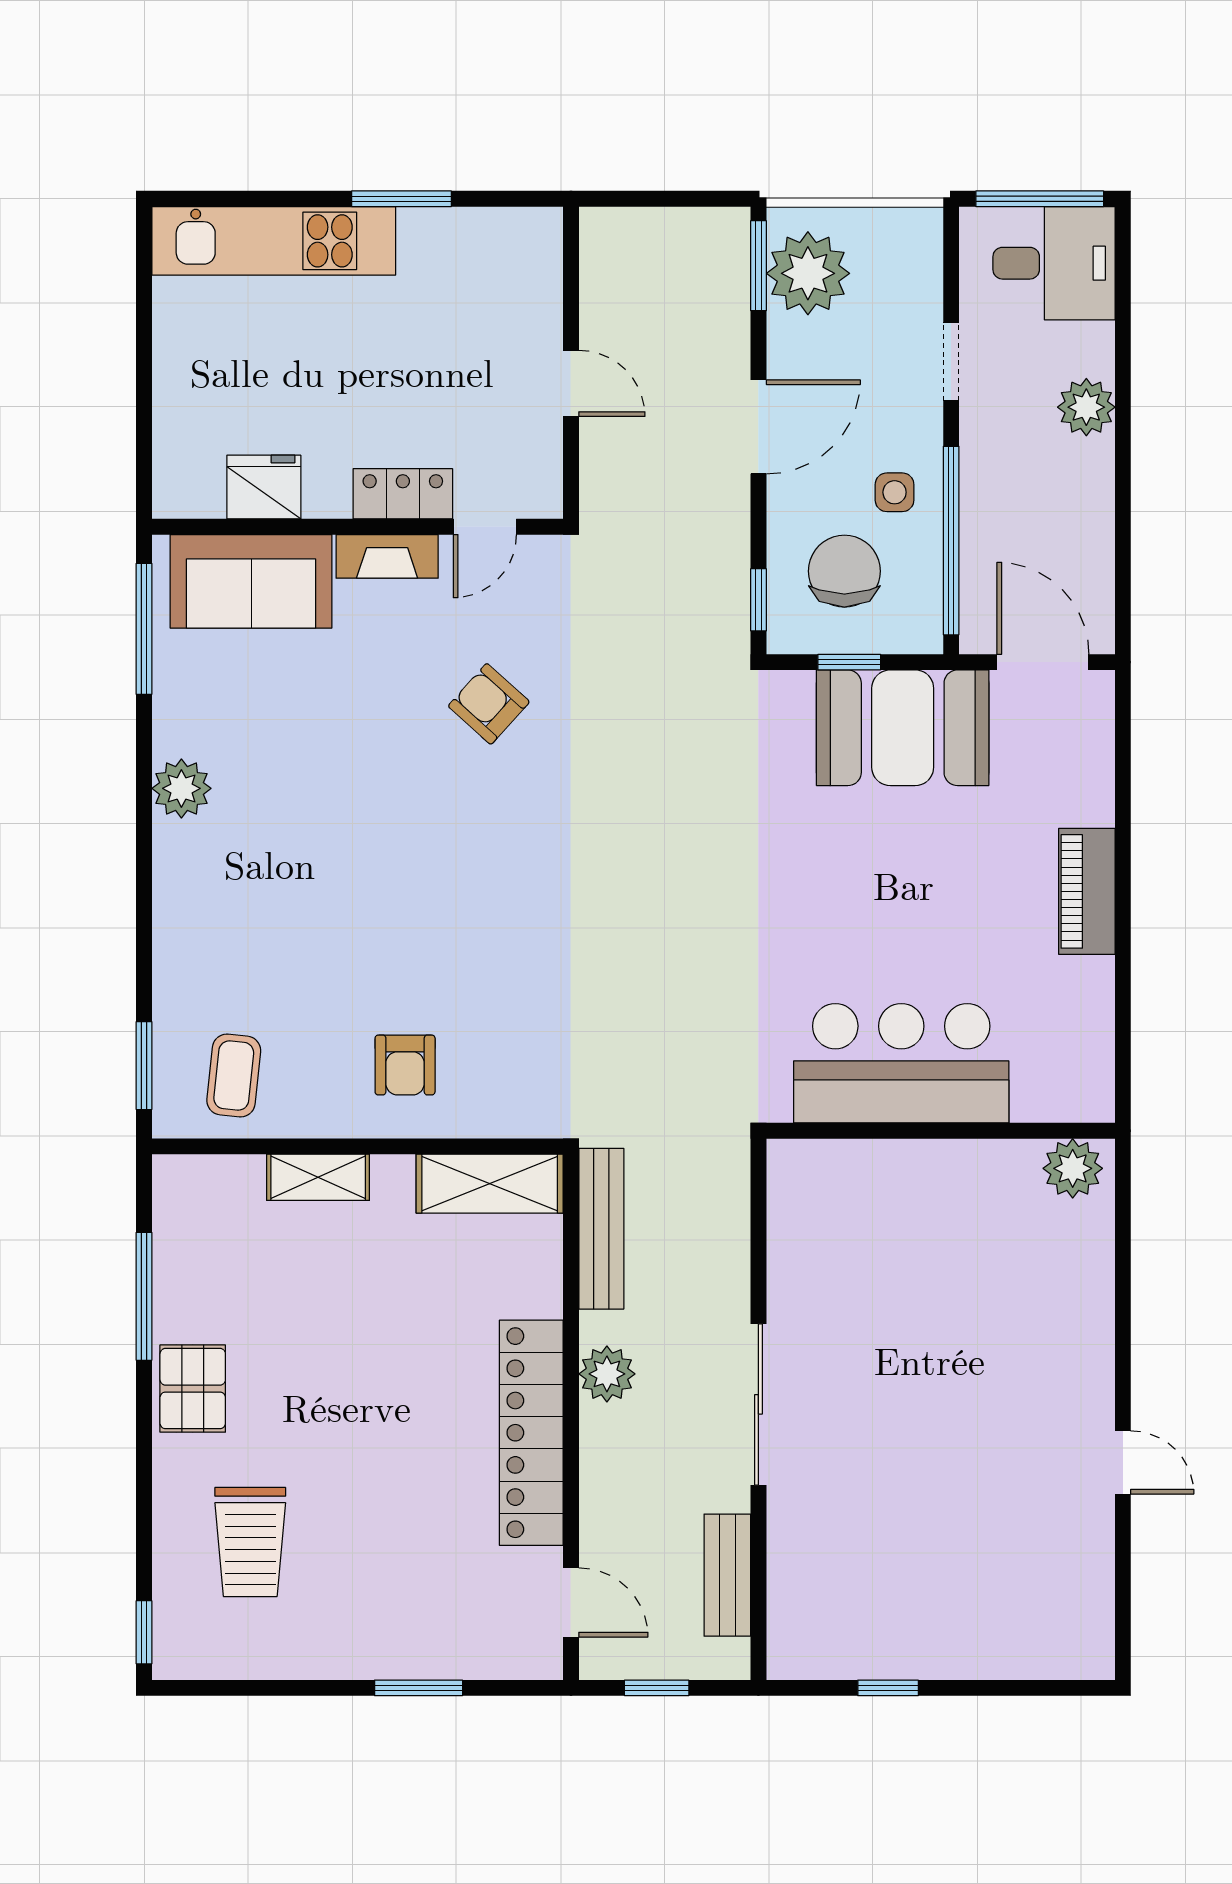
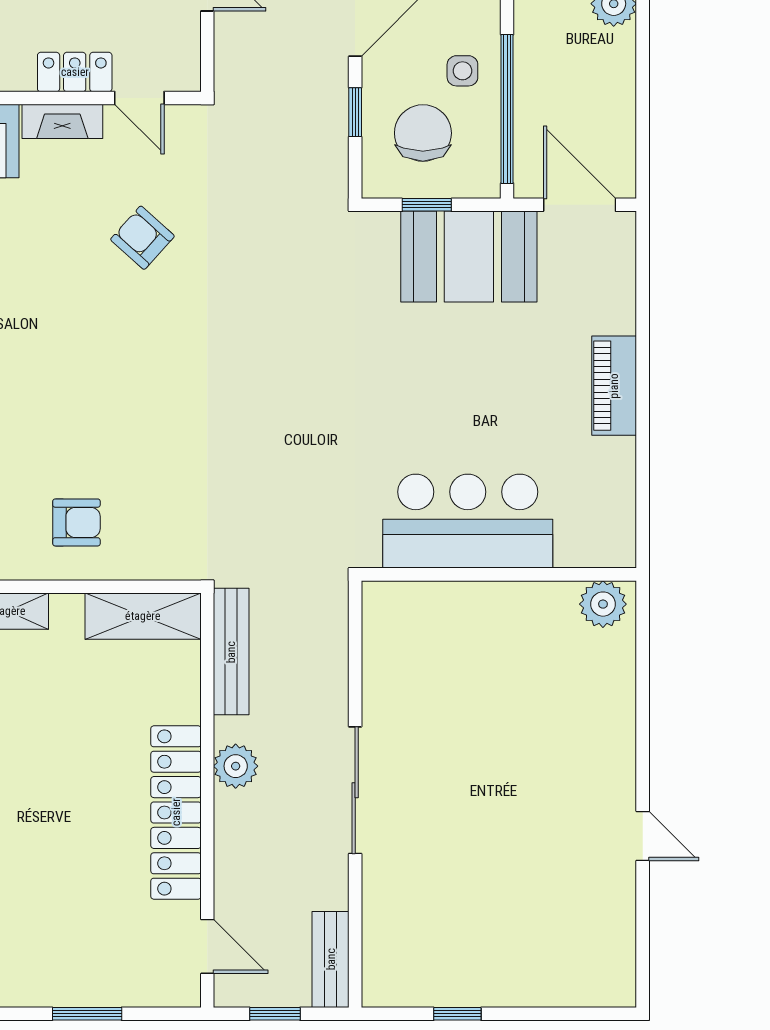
door: (485, 527) -> (139, 98), hinge flipped
window: (758, 600) -> (355, 112), moved
armchair: (405, 1065) -> (76, 522), turned -90
bench: (727, 1575) -> (331, 959), moved

